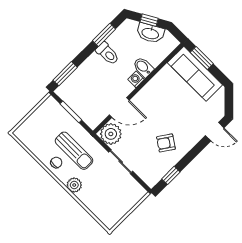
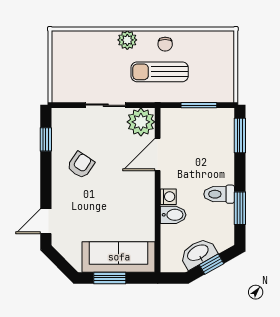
window: (202, 58) -> (110, 278), moved

